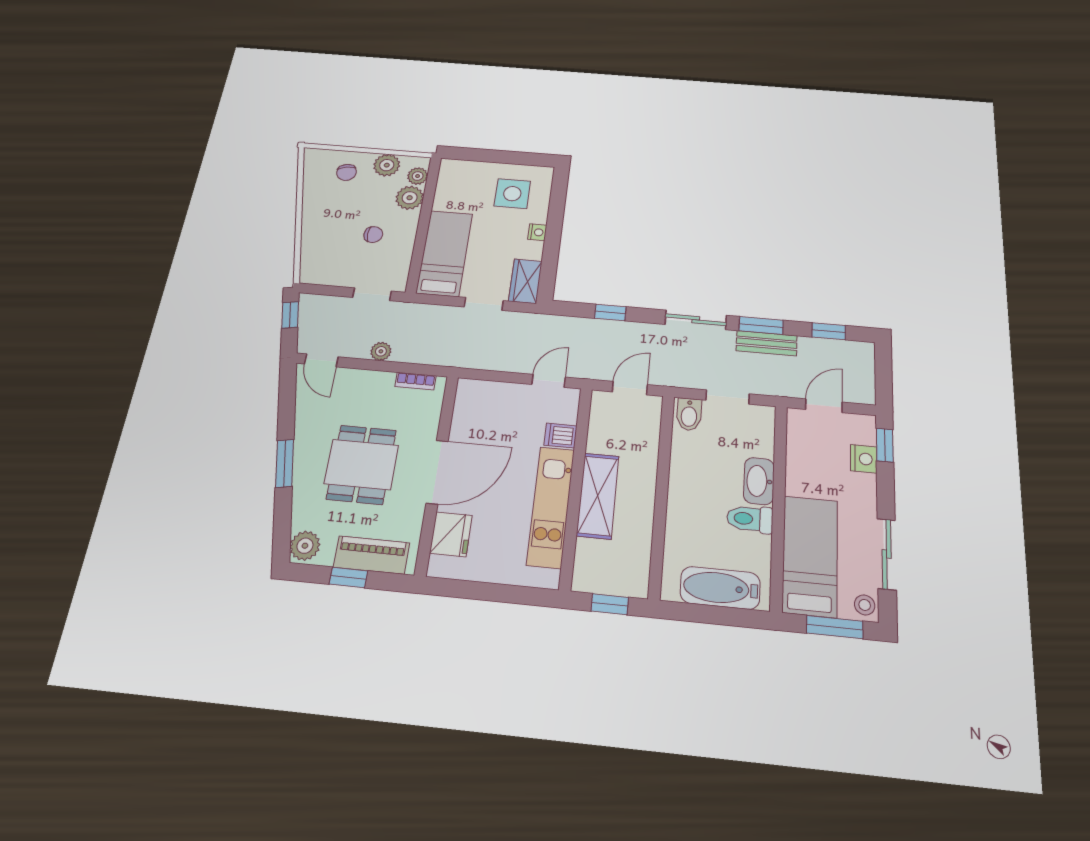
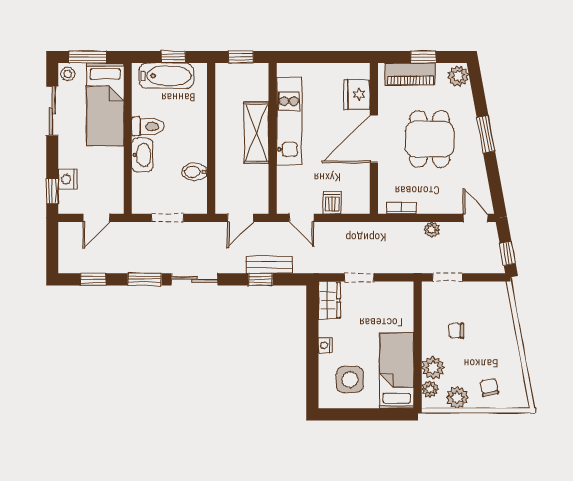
bed: (444, 253) -> (397, 371), moved, turned 180
bench: (767, 343) -> (269, 265), moved
door: (549, 381) -> (302, 218), hinge flipped
bidet: (689, 414) -> (195, 172), moved, turned -90
dishwasher: (561, 436) -> (332, 203), moved, turned -90
window: (709, 614) -> (173, 57), added

